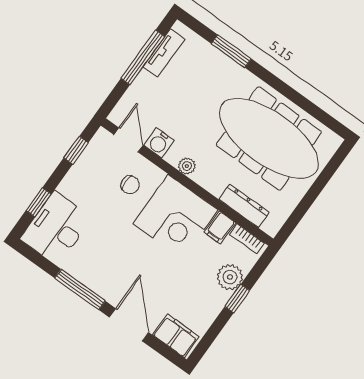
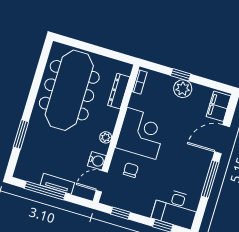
tv unit: (164, 53) -> (57, 184), moved
filing cabinet: (220, 228) -> (138, 102), removed
plant: (230, 277) -> (183, 89), moved

